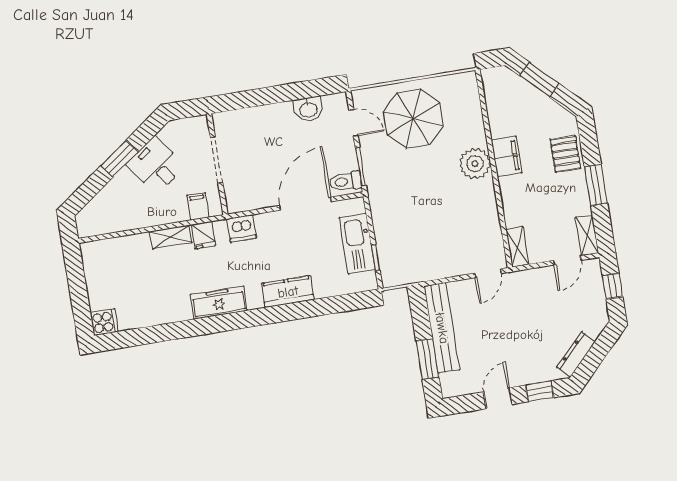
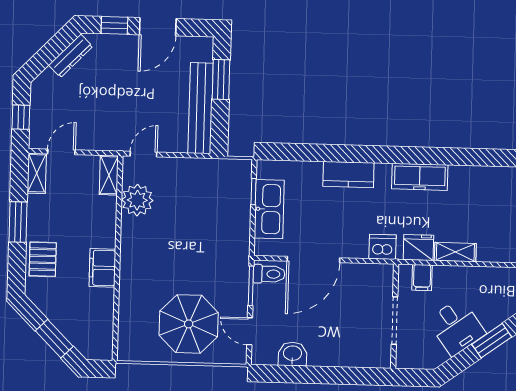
plant: (475, 164) -> (137, 200), moved
fridge: (203, 235) -> (418, 248), width x1.38
door: (498, 398) -> (158, 27), width x1.38

